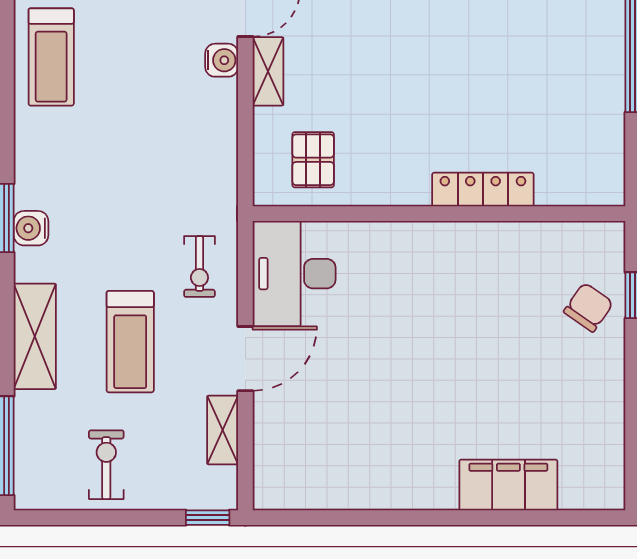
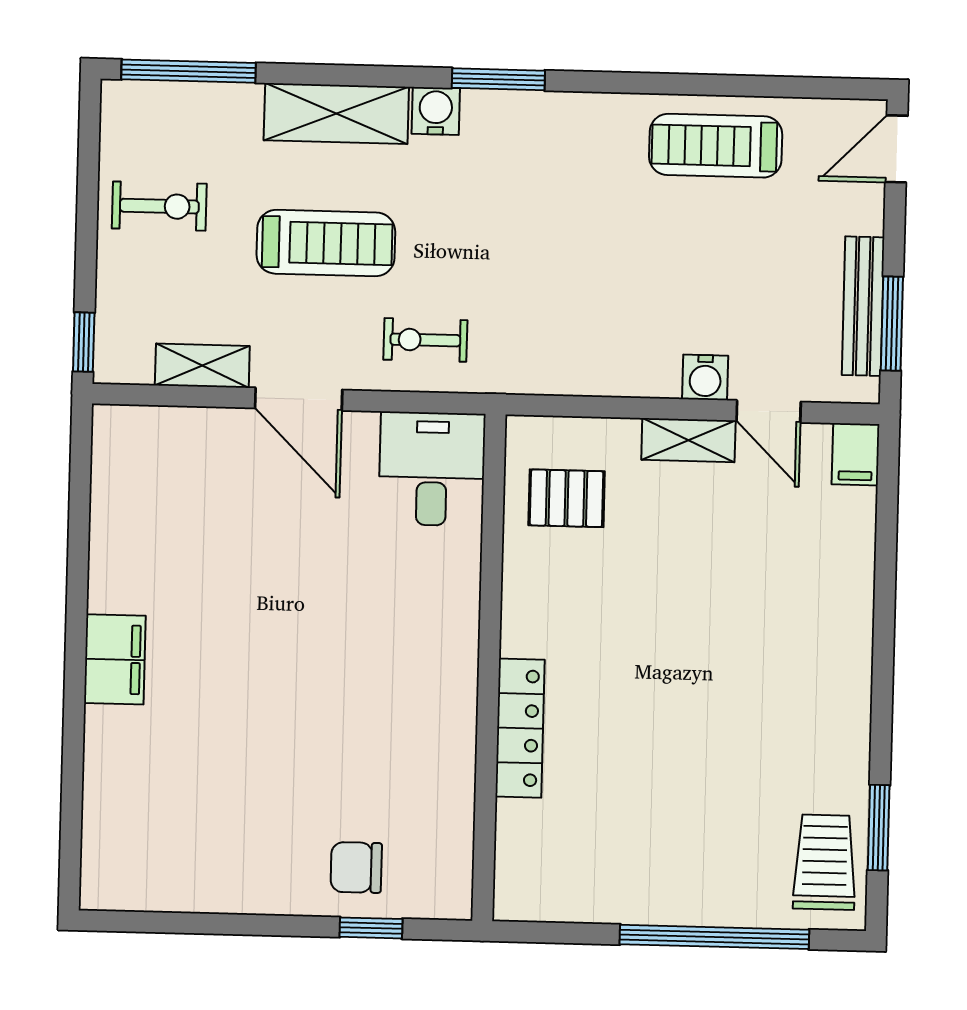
water cooler: (31, 228) -> (436, 111), moved
desk: (294, 274) -> (432, 469), width x0.73
chair: (589, 307) -> (356, 867), turned 145
treadmill: (130, 342) -> (326, 243), turned 180
filing cabinet: (508, 485) -> (115, 659), moved, width x0.67, depth x0.86

